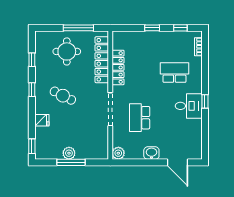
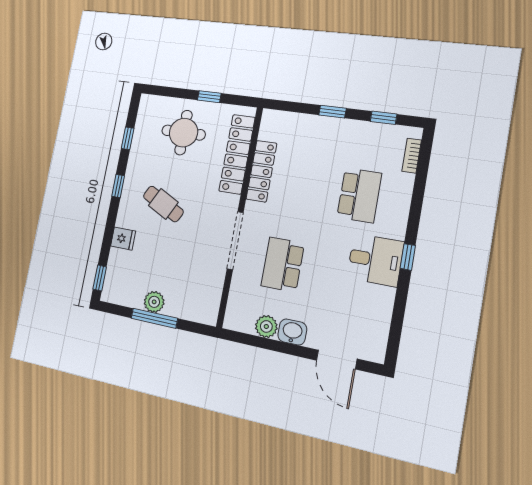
window: (78, 28) -> (209, 97), width x0.46
school desk: (174, 73) -> (359, 195), turned 90
plant: (118, 153) -> (266, 326), moved

